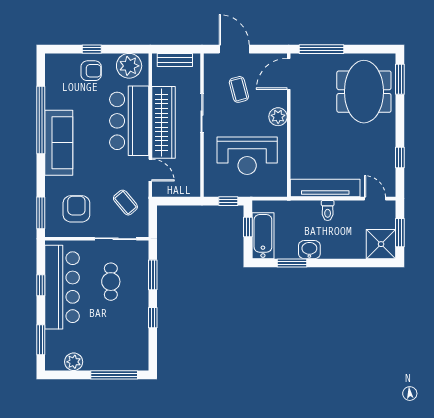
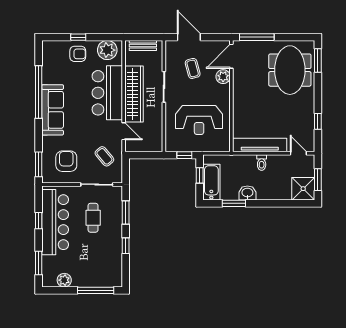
plant: (278, 117) -> (223, 77), moved

